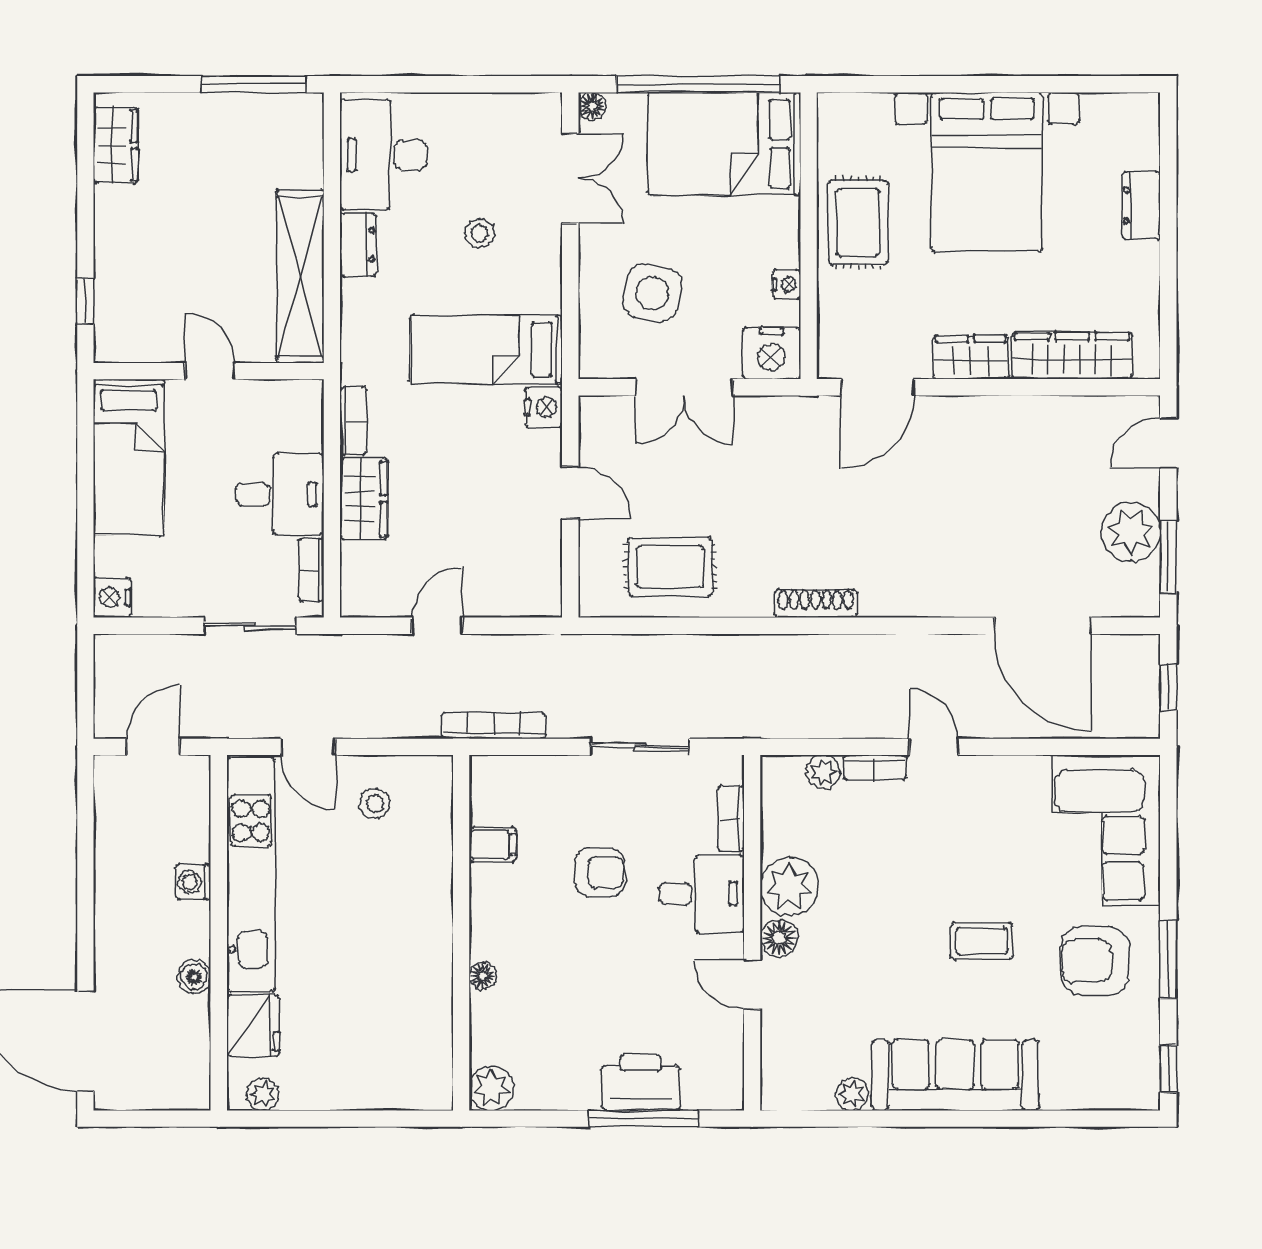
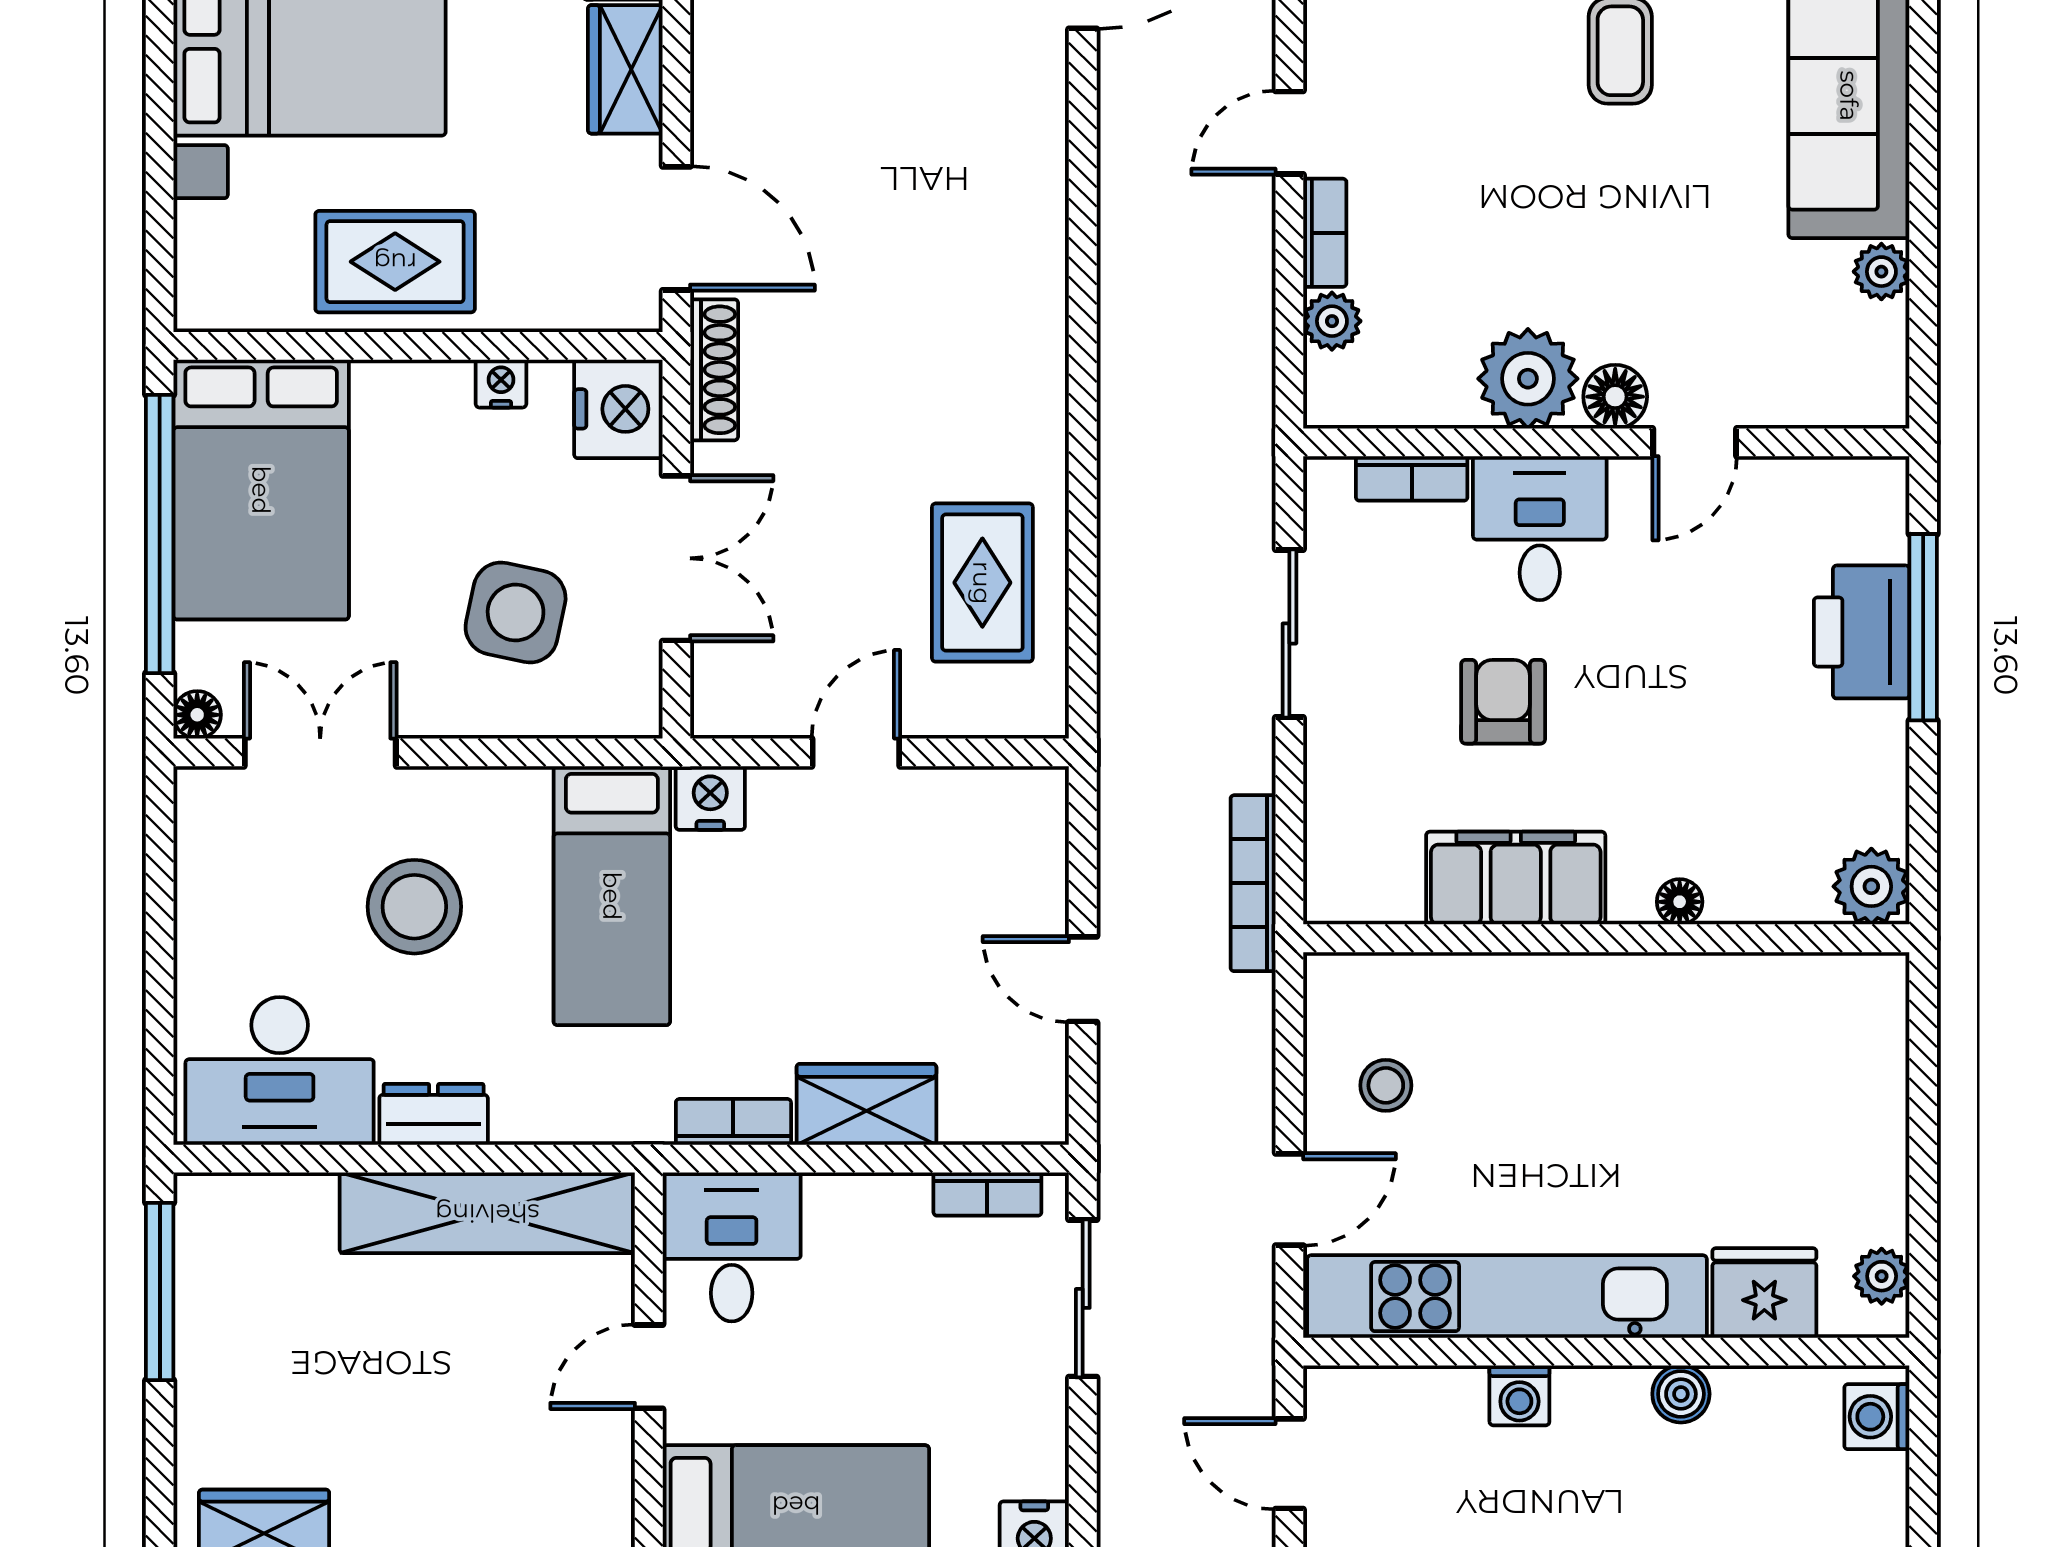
stool: (480, 234) -> (414, 907), width x1.89, depth x1.89
desk: (280, 494) -> (732, 1247), moved
shoe rack: (816, 604) -> (714, 370), moved, turned 180
filing cabinet: (493, 845) -> (1516, 878), width x3.00, depth x1.17
washing machine: (181, 1091) -> (1877, 1417), added

